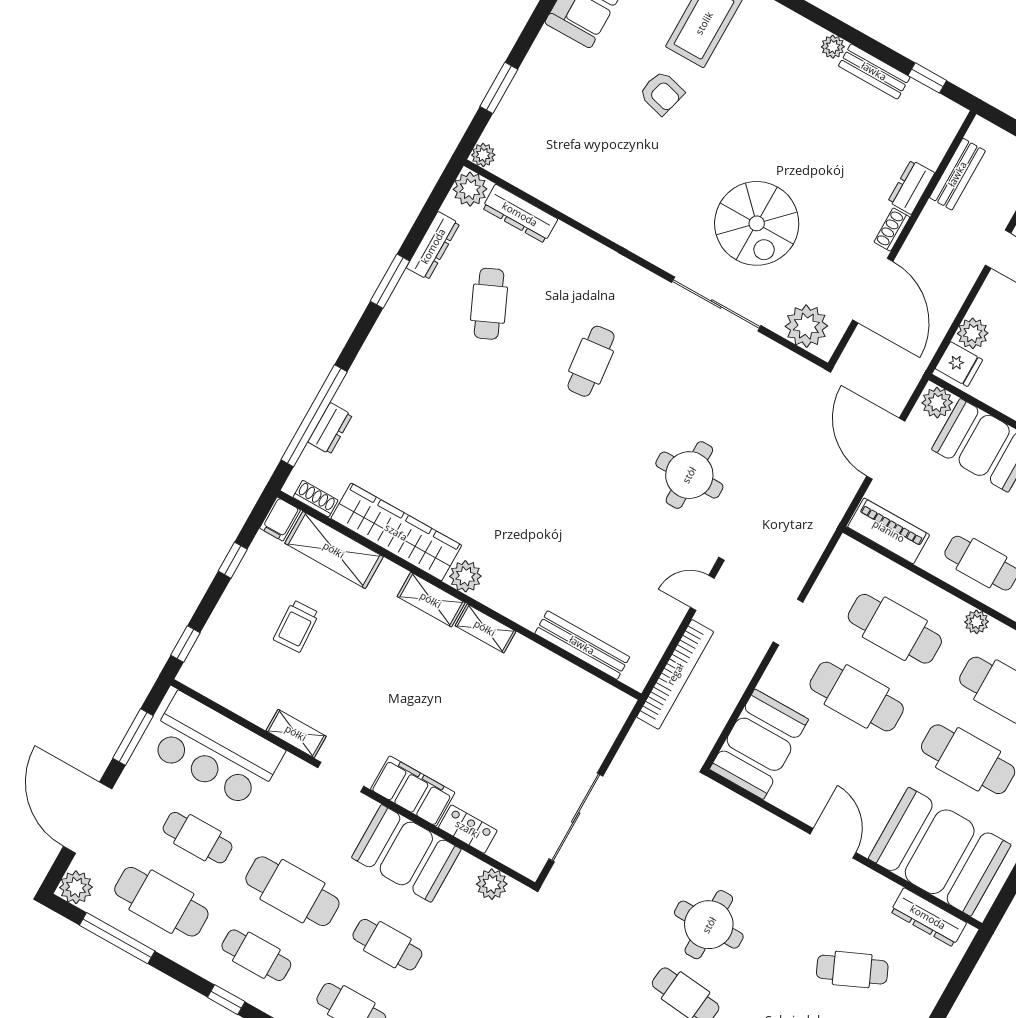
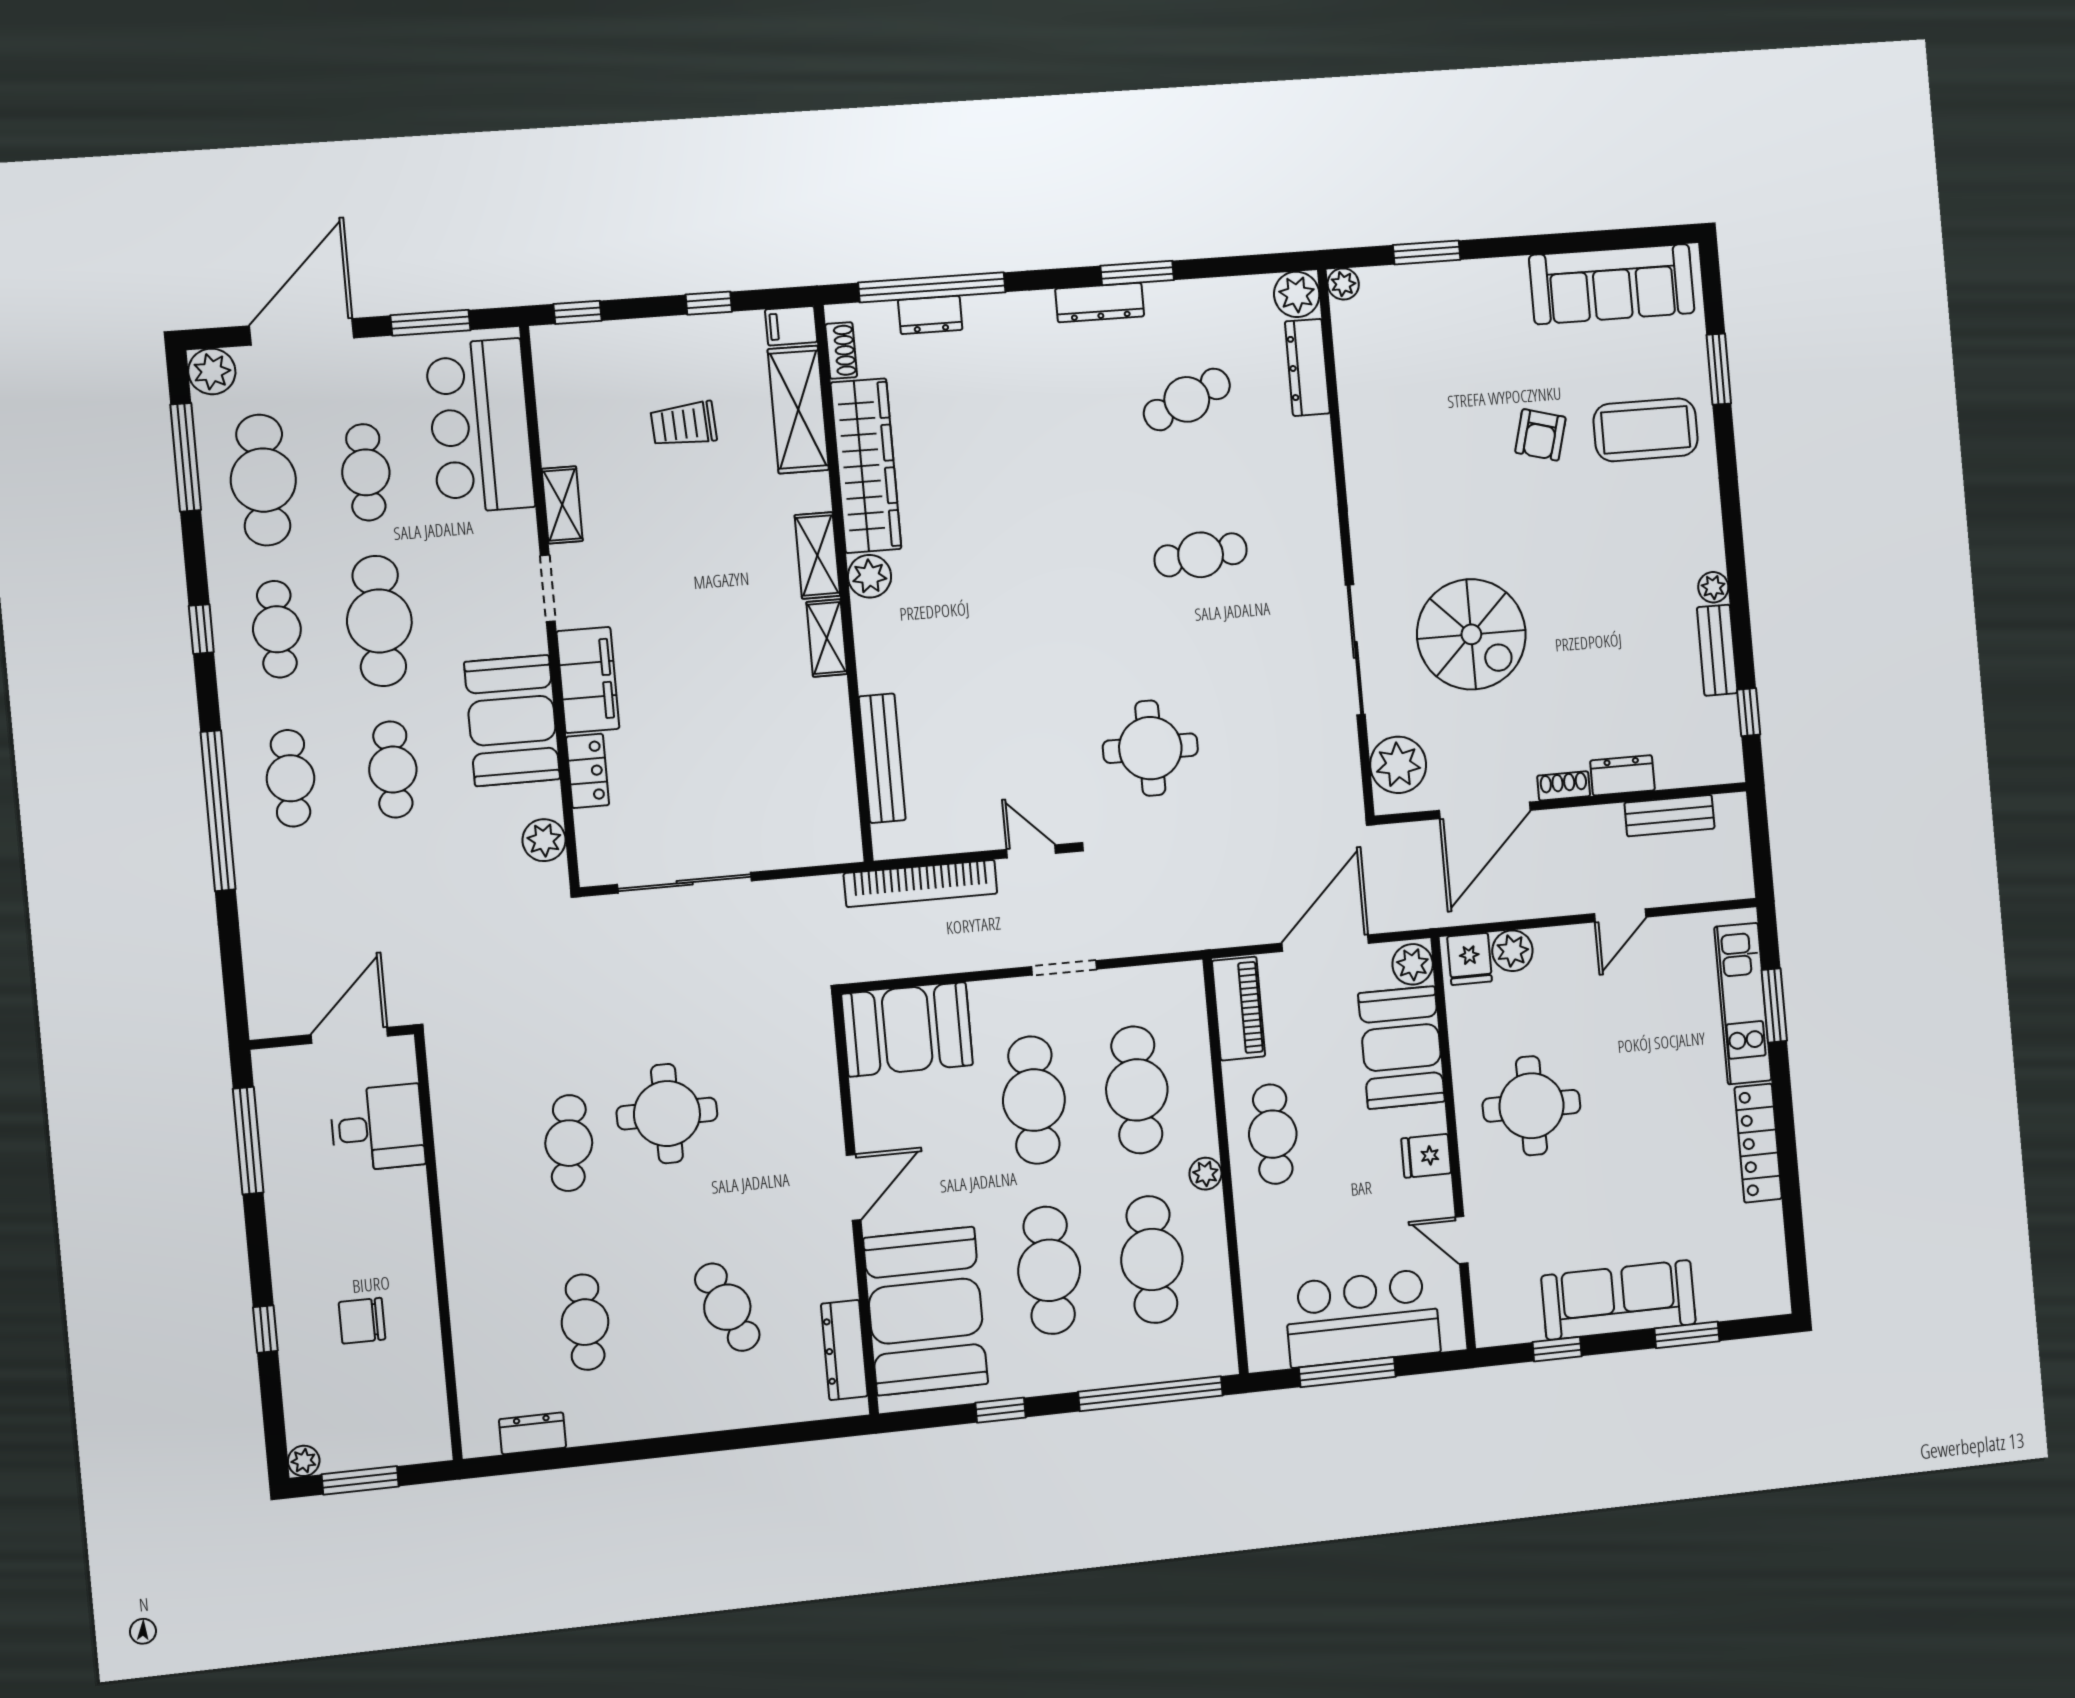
spiral stairs: (757, 223) -> (1471, 634), turned -90
dresser: (433, 246) -> (1100, 303), moved

